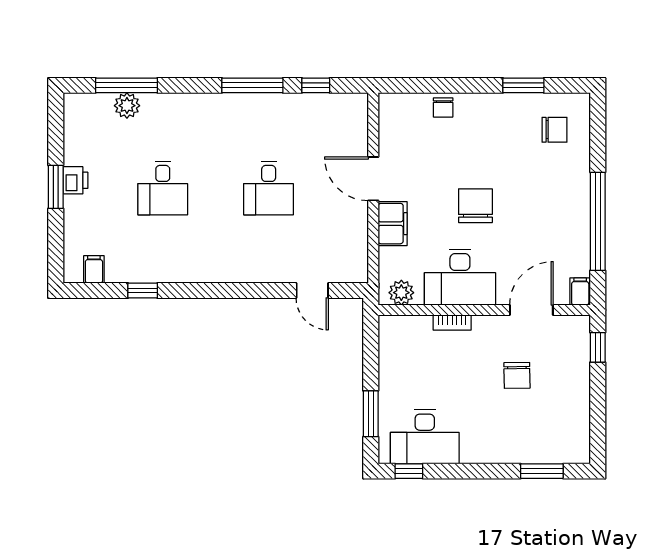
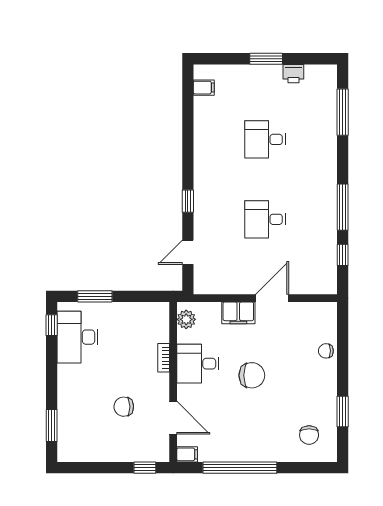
plant: (127, 106) -> (327, 112), removed
printer: (75, 180) -> (293, 74), moved
desk: (460, 277) -> (198, 364), width x0.73
window: (143, 290) -> (188, 201), moved

